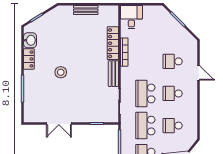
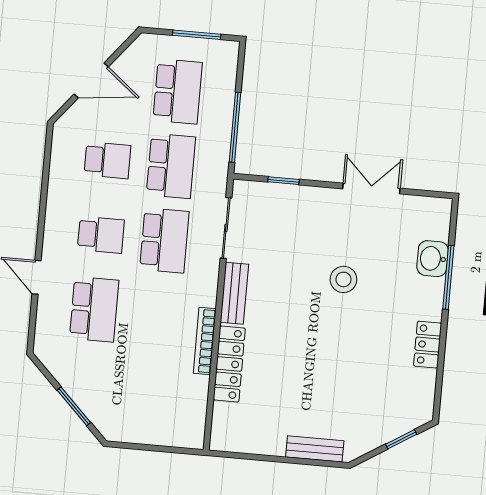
bench: (86, 10) -> (315, 449), moved
desk: (131, 17) -> (181, 420), removed
washbasin: (30, 40) -> (433, 259), moved
school desk: (173, 61) -> (94, 309), width x1.85
stool: (61, 72) -> (343, 279), moved

